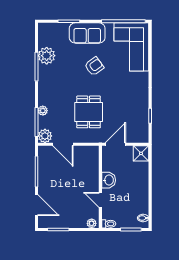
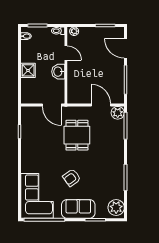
plant: (47, 56) -> (116, 208), moved
plant: (43, 111) -> (120, 136), removed
door: (115, 144) -> (52, 105), hinge flipped
shower: (141, 153) -> (28, 70), moved

